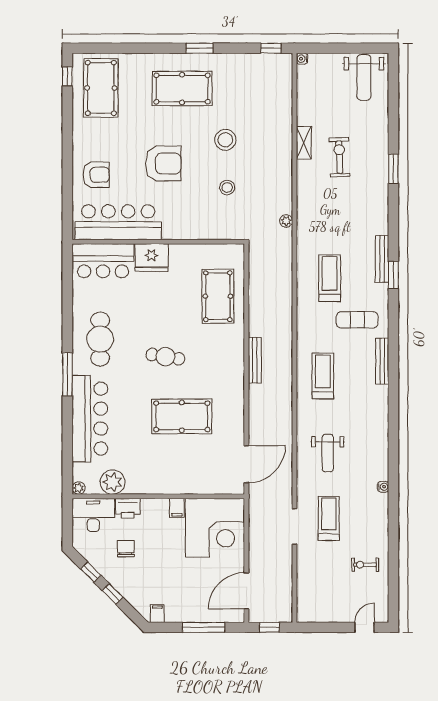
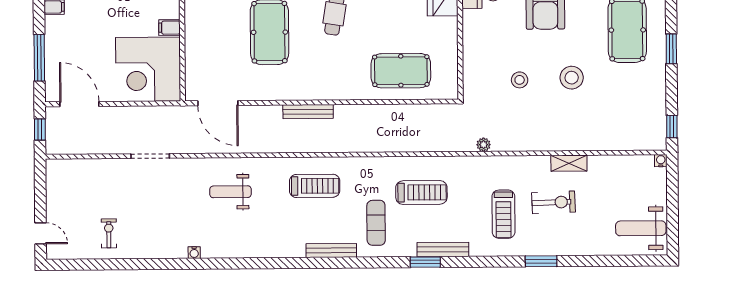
bench: (255, 360) -> (308, 112), moved
treadmill: (329, 518) -> (503, 214), moved, turned 90

